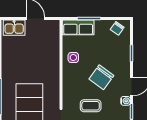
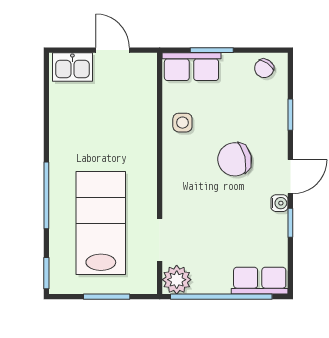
chair: (101, 77) -> (235, 159), turned 41
coffee table: (91, 106) -> (215, 212), removed

